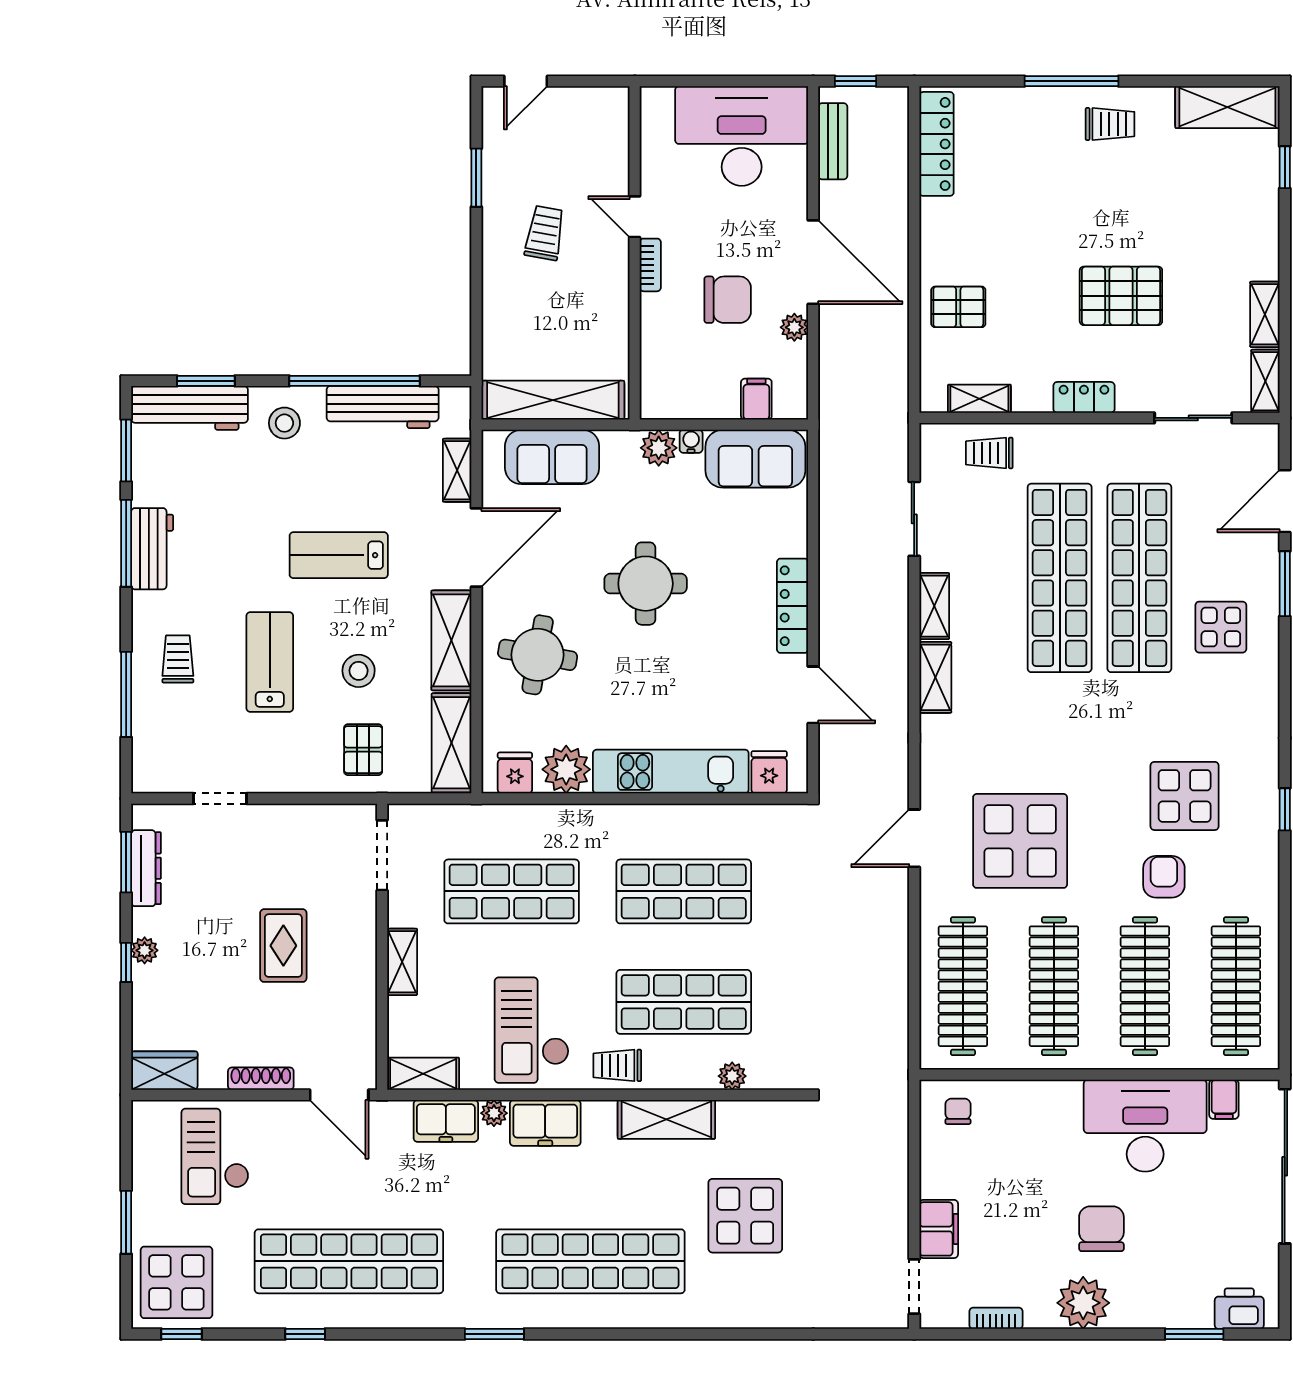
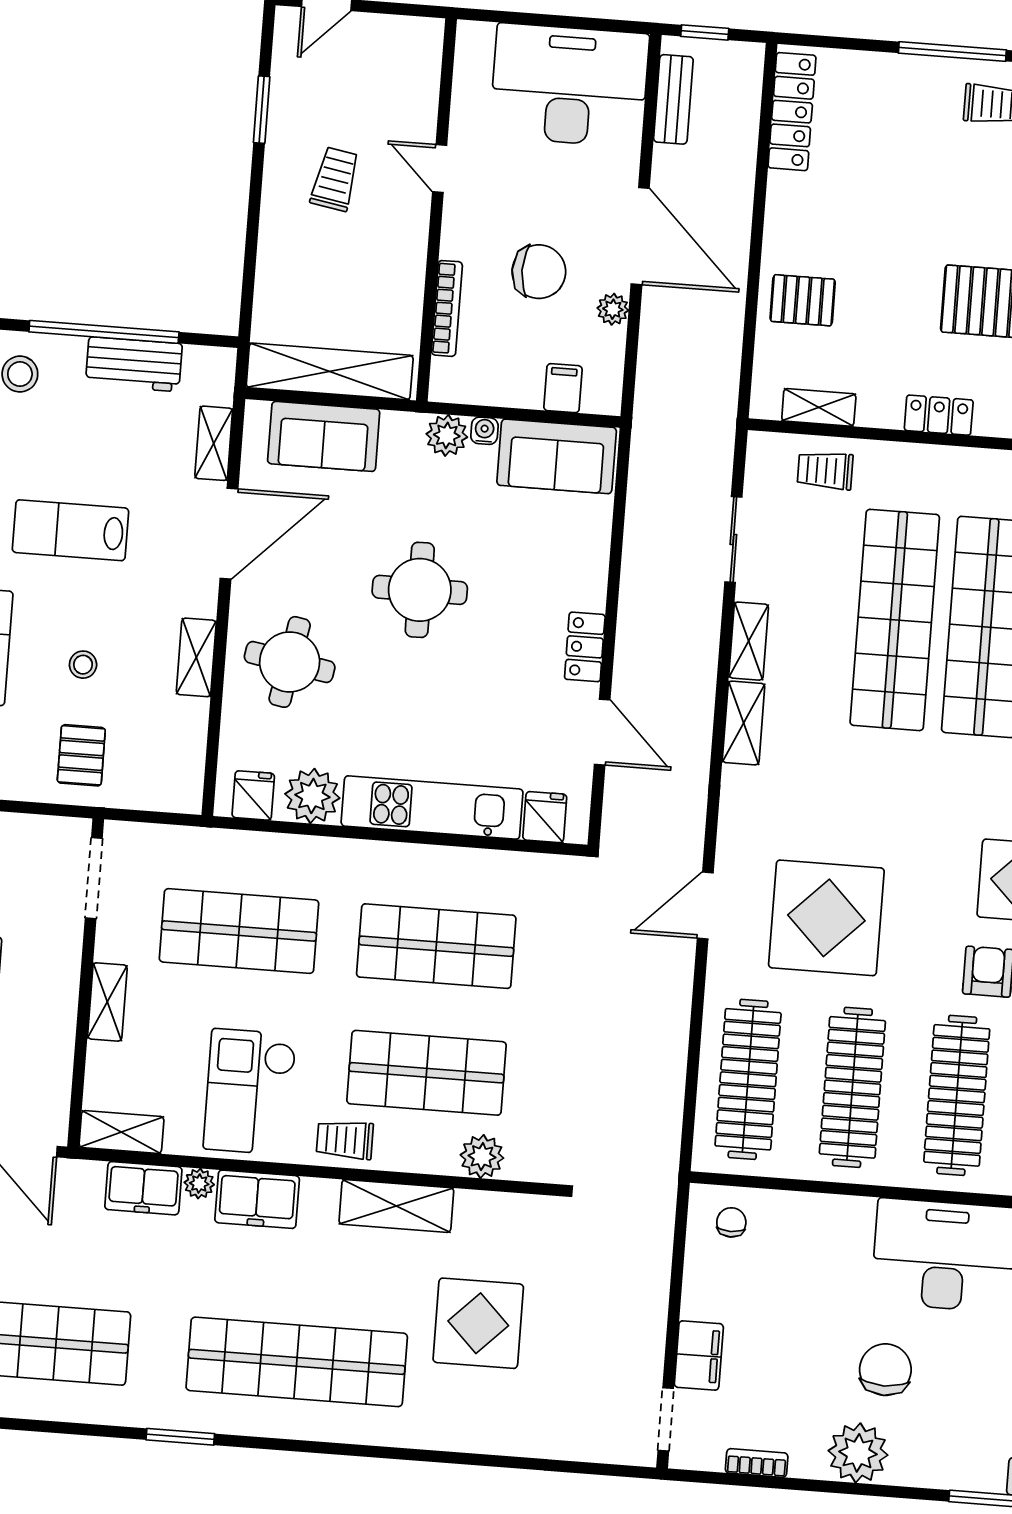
bookcase: (650, 265) -> (447, 308), moved, width x1.56
workbench: (383, 407) -> (134, 364), width x0.73
locker: (793, 606) -> (585, 647), width x0.66
shelving: (451, 640) -> (196, 657), width x0.67, depth x0.75
stool: (359, 671) -> (83, 665), width x0.73, depth x0.73
shelving: (451, 743) -> (183, 755), removed
plant: (732, 1076) -> (482, 1157), width x1.38, depth x1.38

